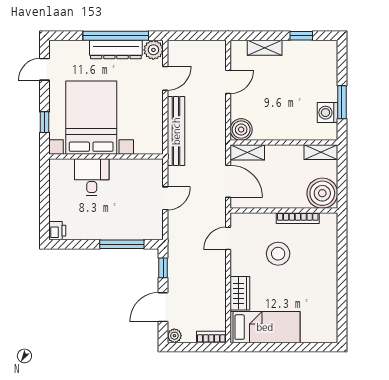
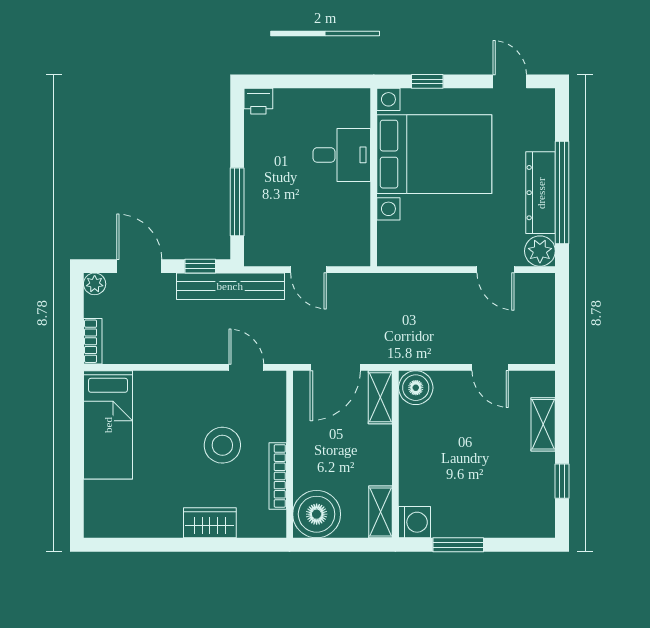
washing machine: (327, 113) -> (415, 522), moved, turned 90
bench: (176, 131) -> (230, 286), moved
wardrobe: (240, 293) -> (210, 523), moved, turned 180

